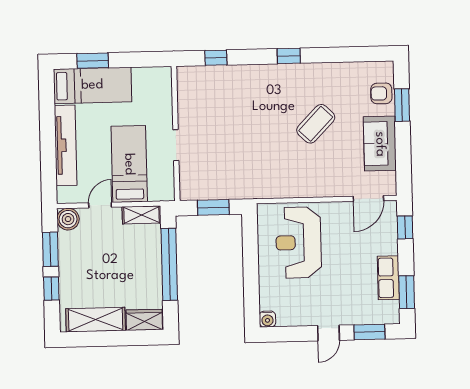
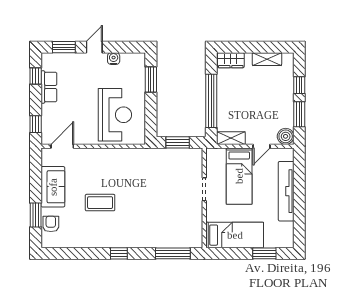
window: (216, 58) -> (173, 253), width x2.17
bed: (92, 85) -> (235, 235), moved, turned 180
armchair: (381, 93) -> (51, 224), turned -90
coffee table: (316, 124) -> (100, 203), turned 46
window: (251, 291) -> (151, 80), added
window: (407, 292) -> (36, 76), width x0.67
water cooler: (267, 319) -> (114, 59), moved
shelving: (96, 320) -> (267, 59), width x0.67, depth x0.75

